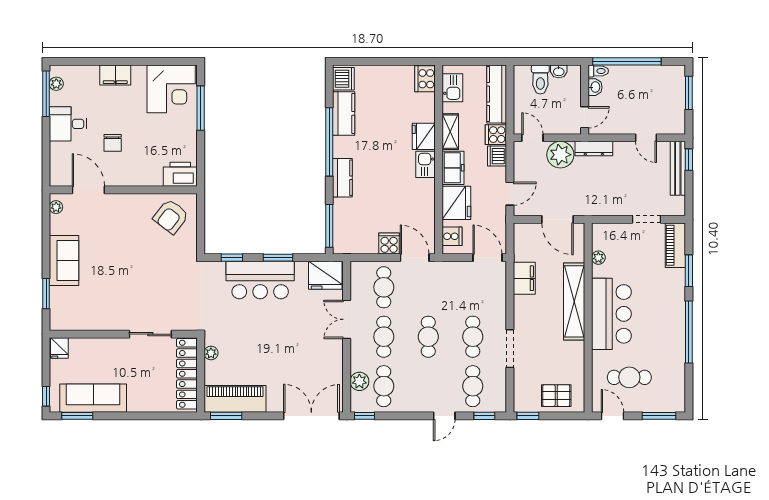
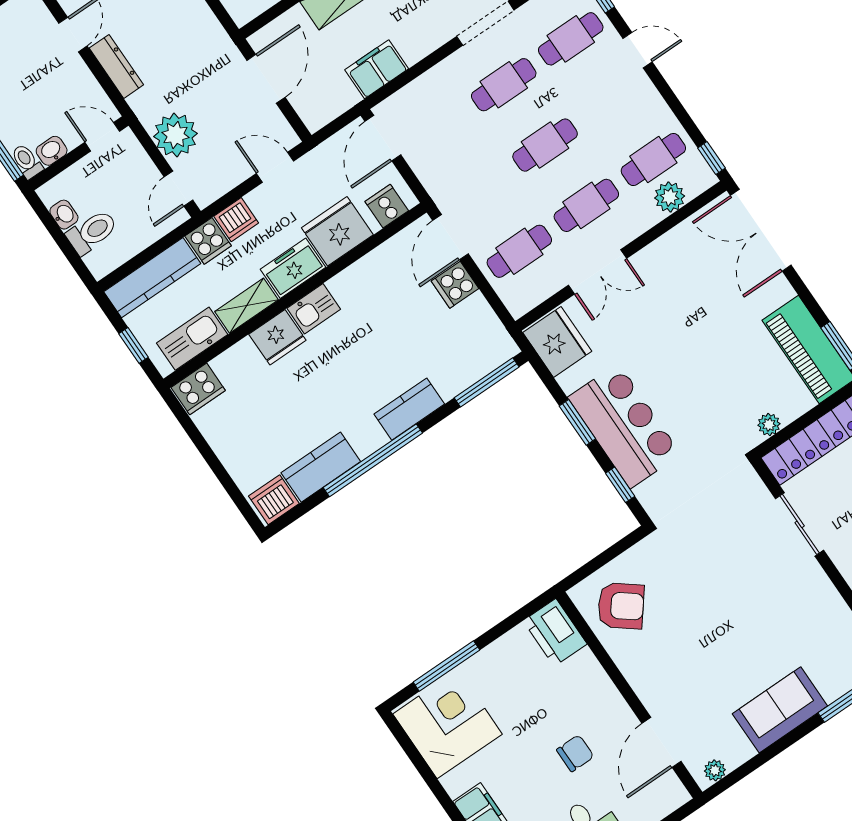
window: (469, 61) -> (134, 345), added
kitchen sink: (452, 88) -> (192, 339), width x1.38
dresser: (594, 149) -> (116, 66), moved

